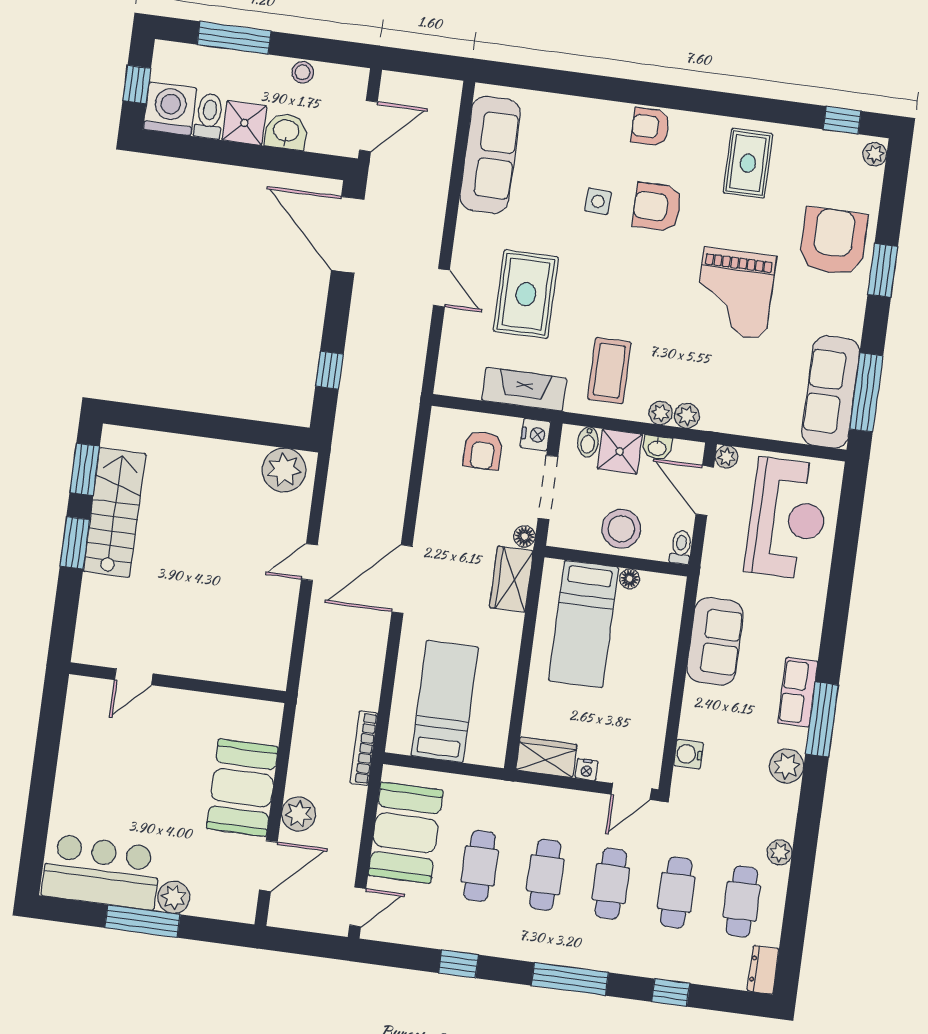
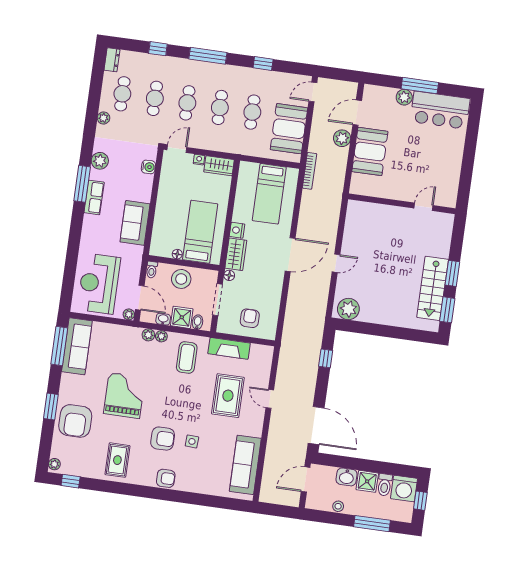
nightstand: (535, 435) -> (237, 230), moved

